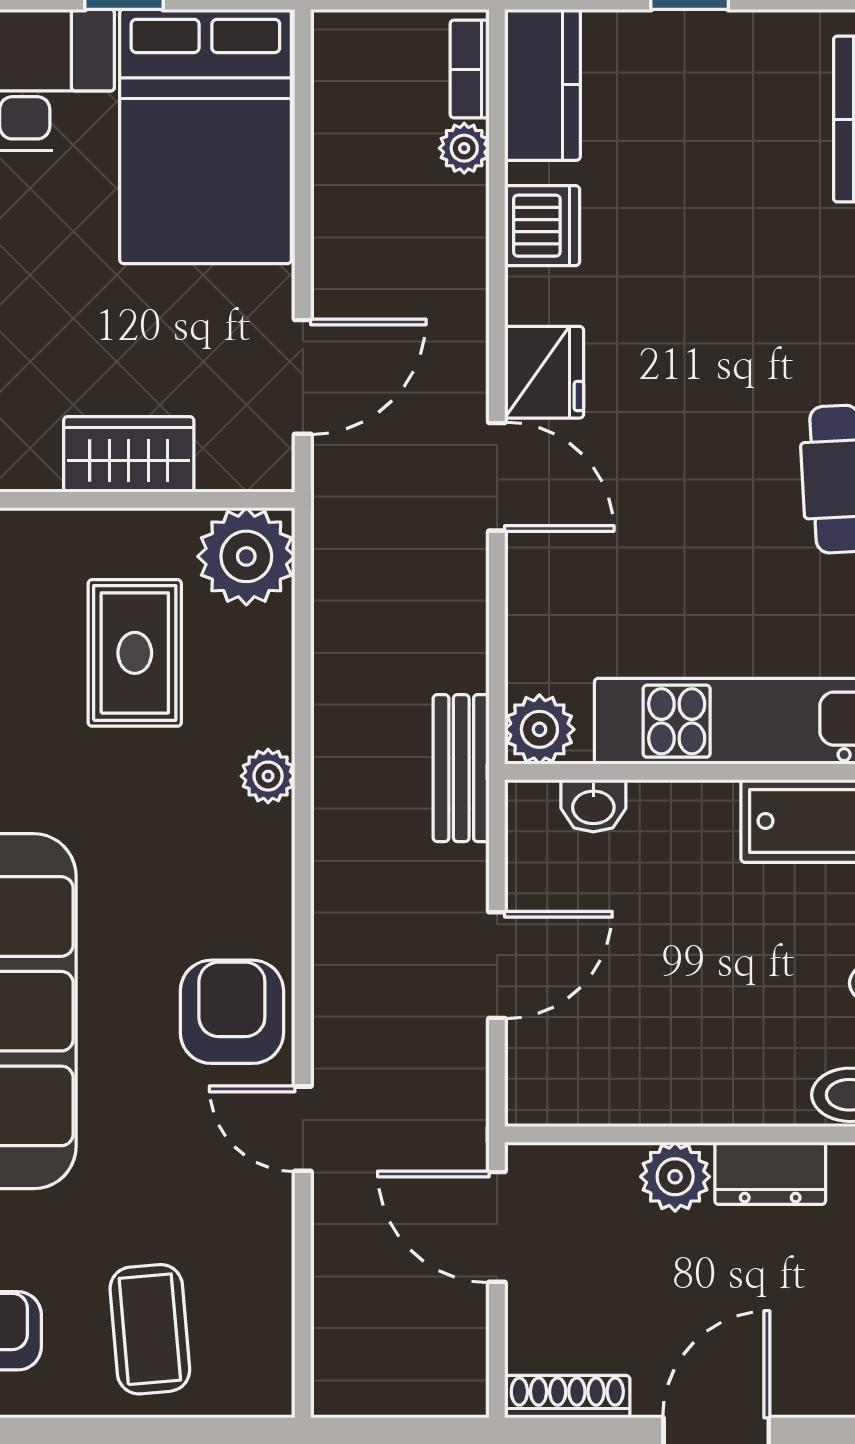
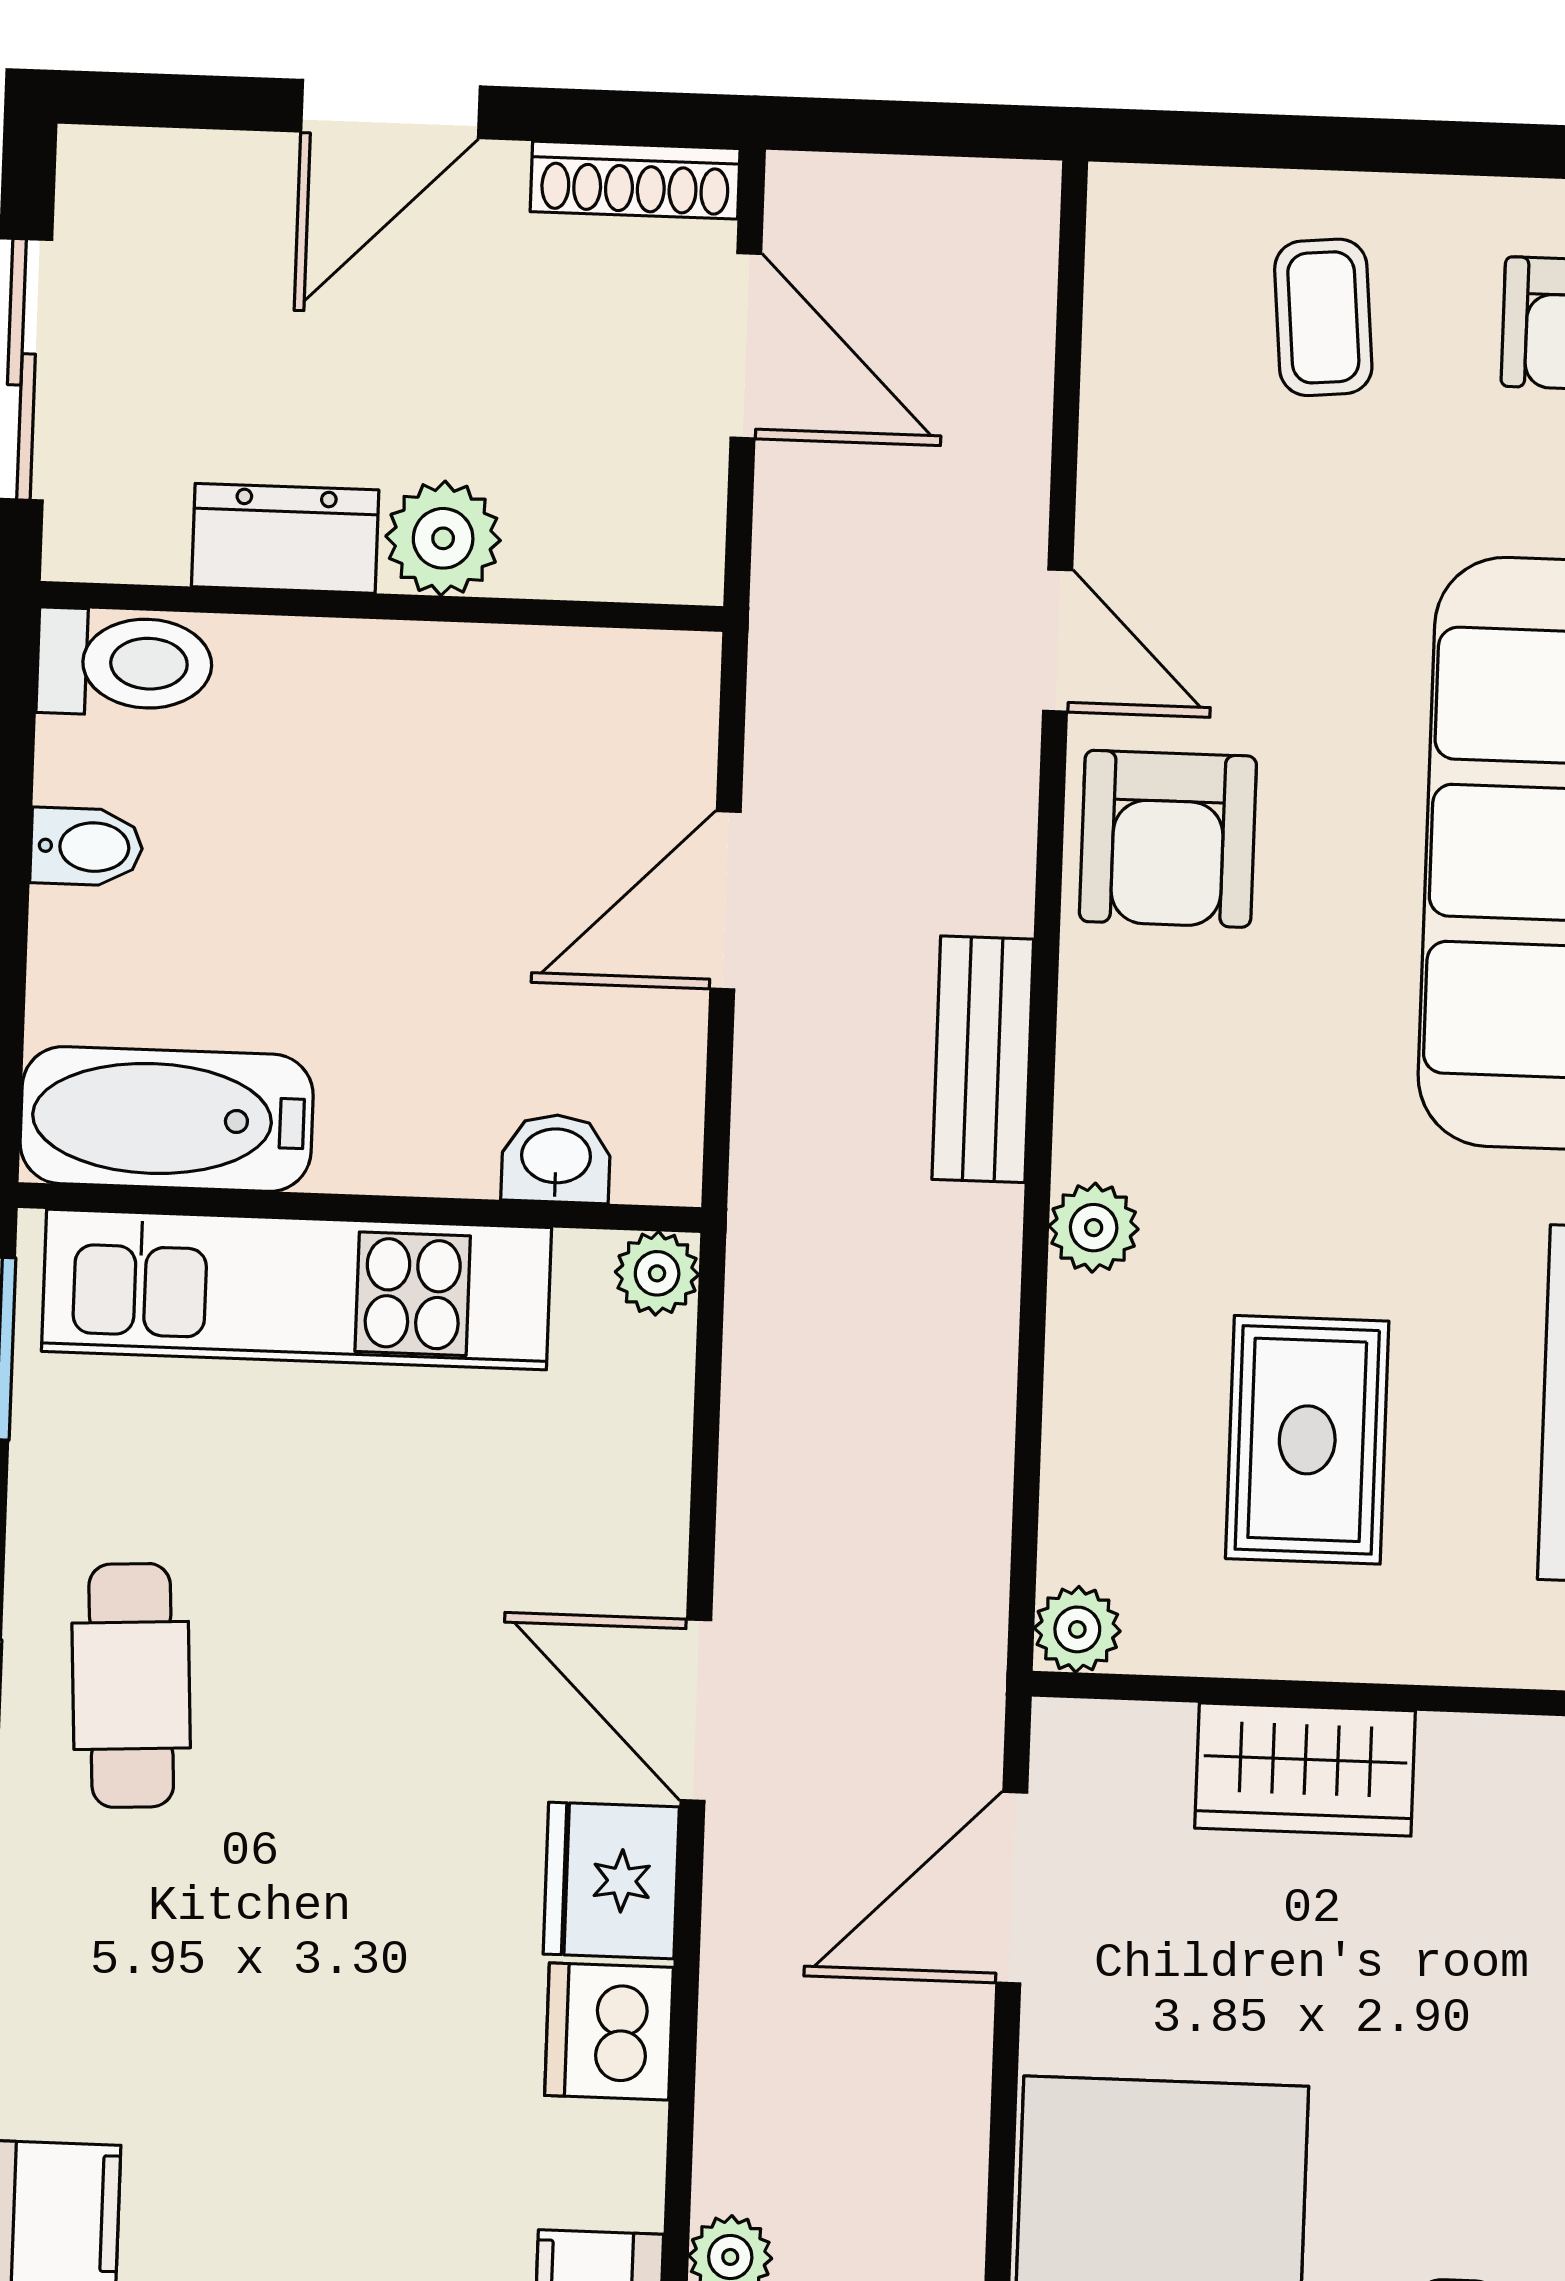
dishwasher: (542, 226) -> (609, 2031), moved
plant: (246, 556) -> (1077, 1629), width x0.53, depth x0.53
plant: (539, 729) -> (657, 1273), width x0.73, depth x0.73
bench: (461, 768) -> (983, 1059), moved
door: (497, 1227) -> (746, 346), moved
coffee table: (150, 1329) -> (1323, 317), width x0.73, depth x0.77

